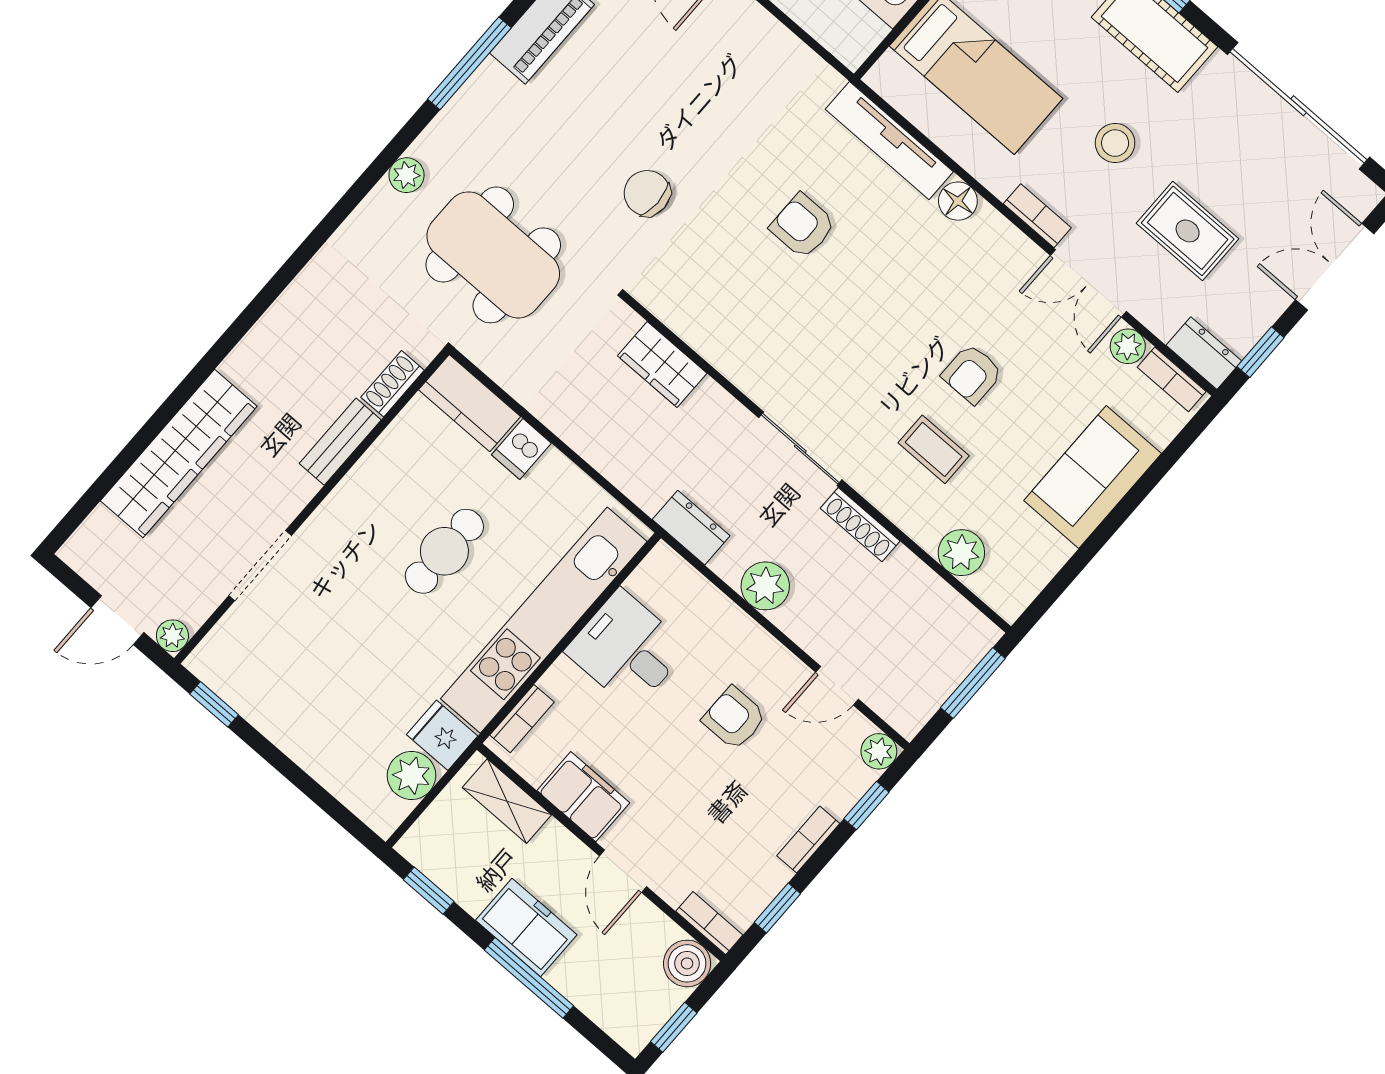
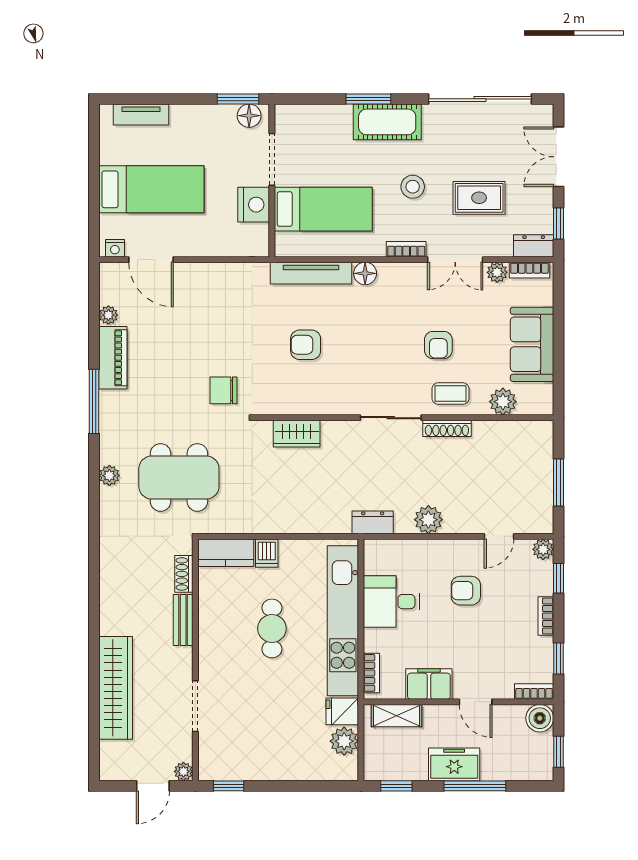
wardrobe: (662, 365) -> (297, 434), moved
sliding door: (800, 449) -> (391, 418), moved
wall: (817, 464) -> (404, 418), moved
shoe rack: (860, 525) -> (447, 428), moved
plant: (961, 553) -> (503, 402), moved

